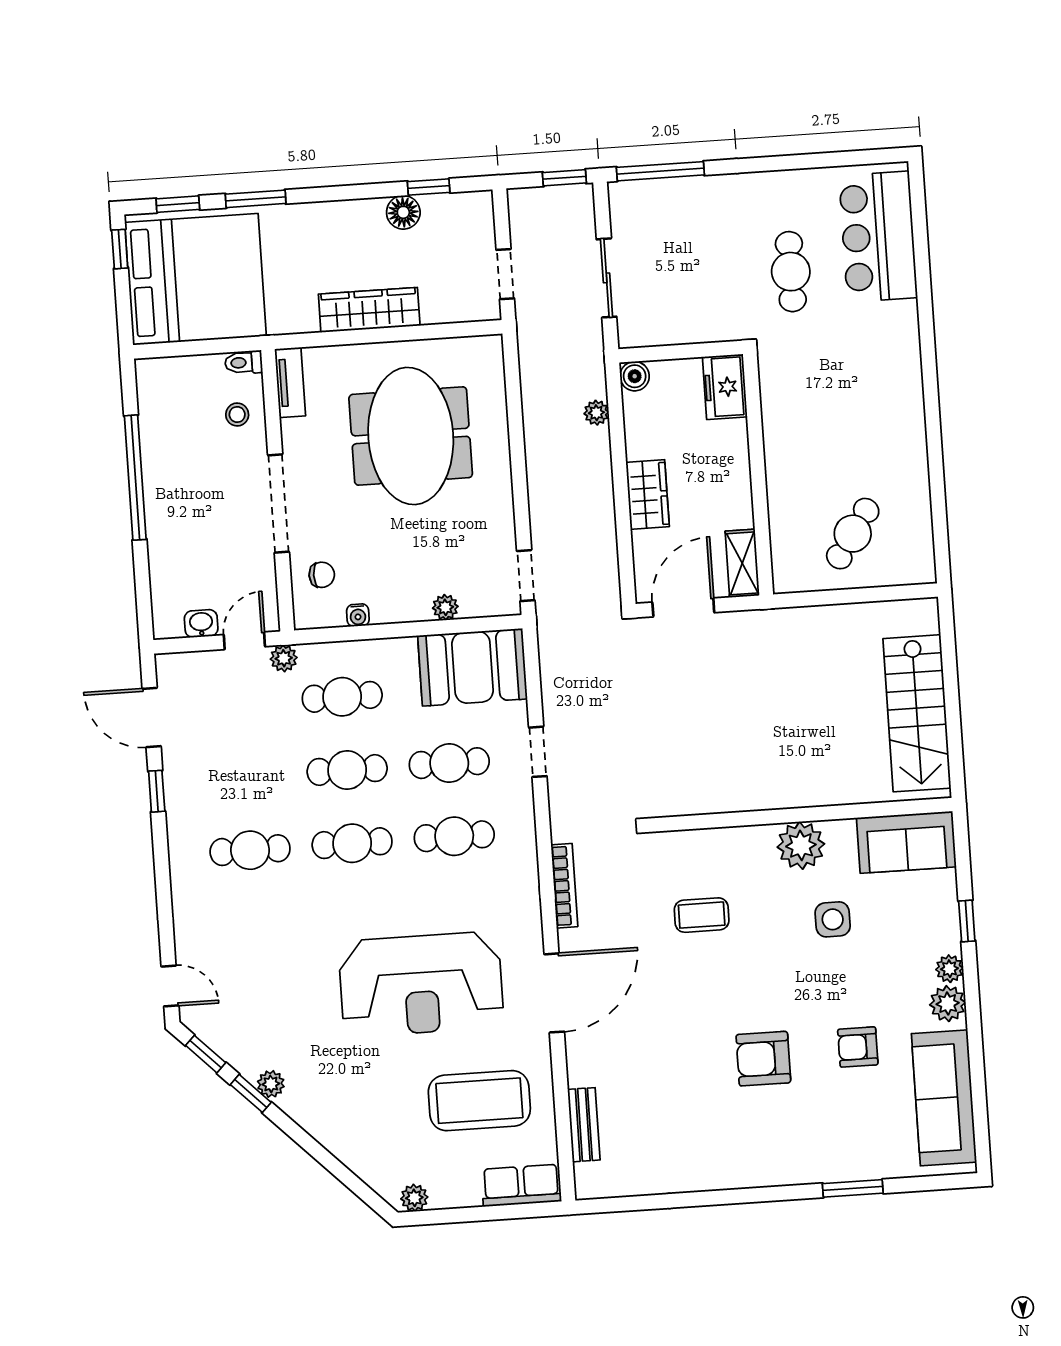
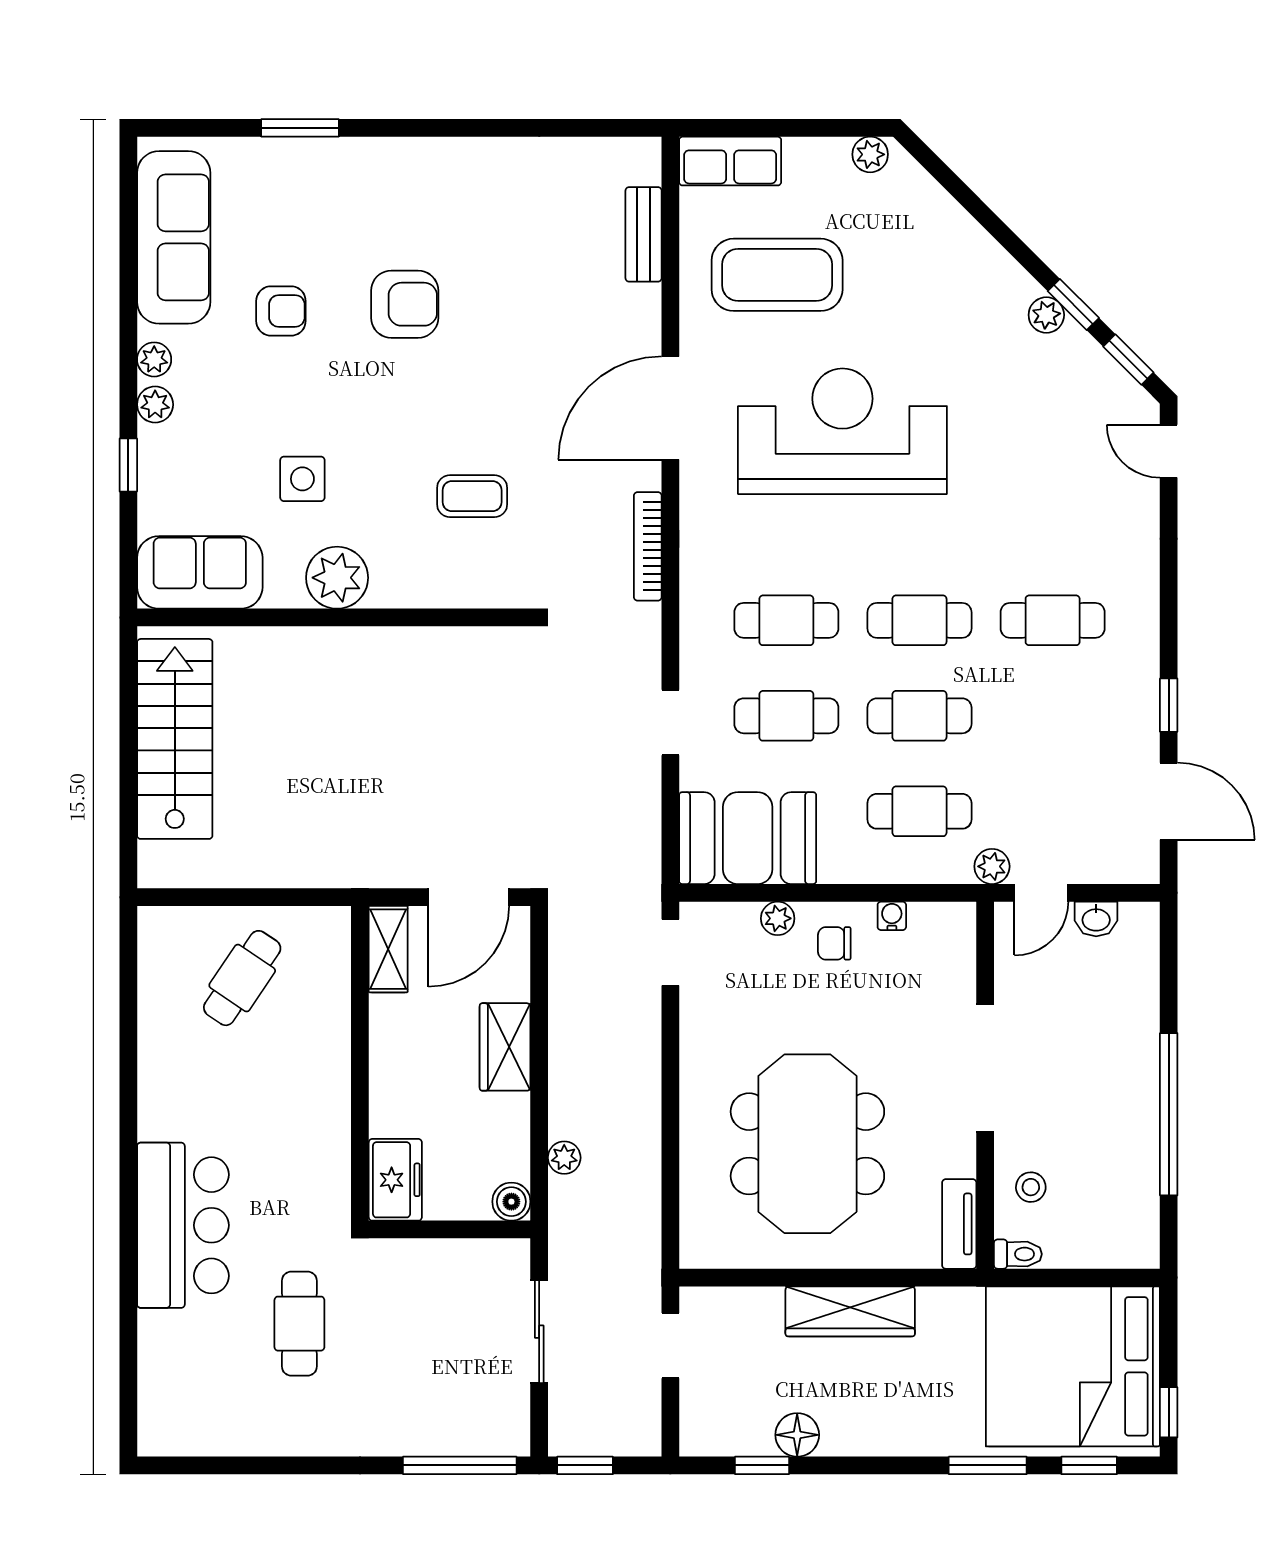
bar counter: (878, 237) -> (183, 1225), moved
chair: (322, 575) -> (834, 943), moved
plant: (948, 1004) -> (154, 359), width x0.73, depth x0.73

